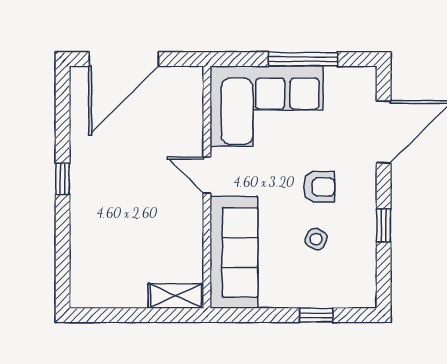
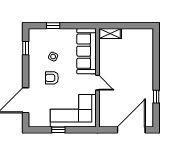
window: (303, 59) -> (58, 130), width x0.46
window: (63, 179) -> (156, 97), moved
window: (384, 225) -> (26, 48), moved

